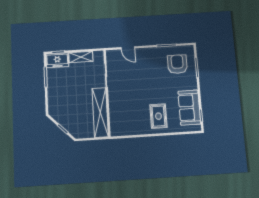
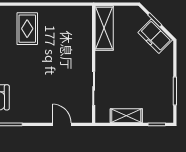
freezer: (57, 60) -> (155, 36), moved, turned -135
shelving: (100, 112) -> (104, 28), width x0.68

